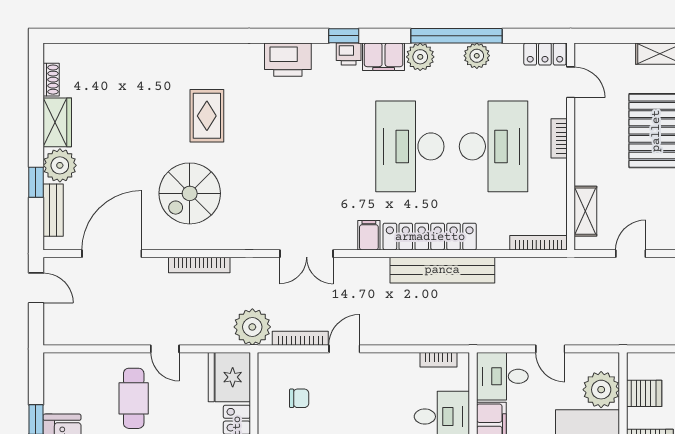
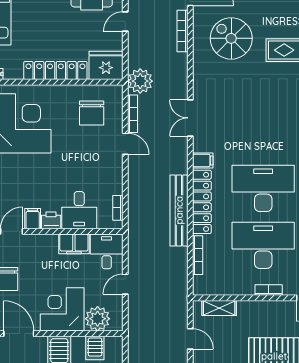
desk: (493, 146) -> (263, 245), turned 180
bookcase: (538, 243) -> (198, 255), moved
bookcase: (199, 265) -> (182, 31), moved
chair: (299, 398) -> (92, 113), width x1.87, depth x1.87

